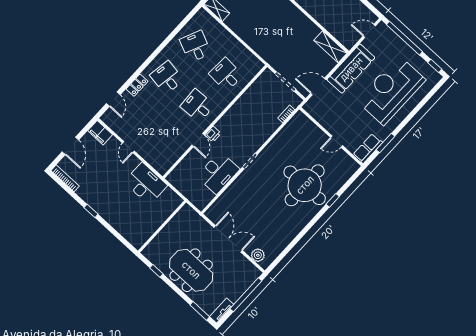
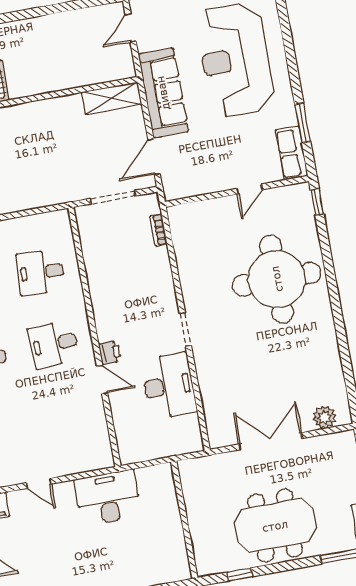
window: (333, 200) -> (317, 202), moved

